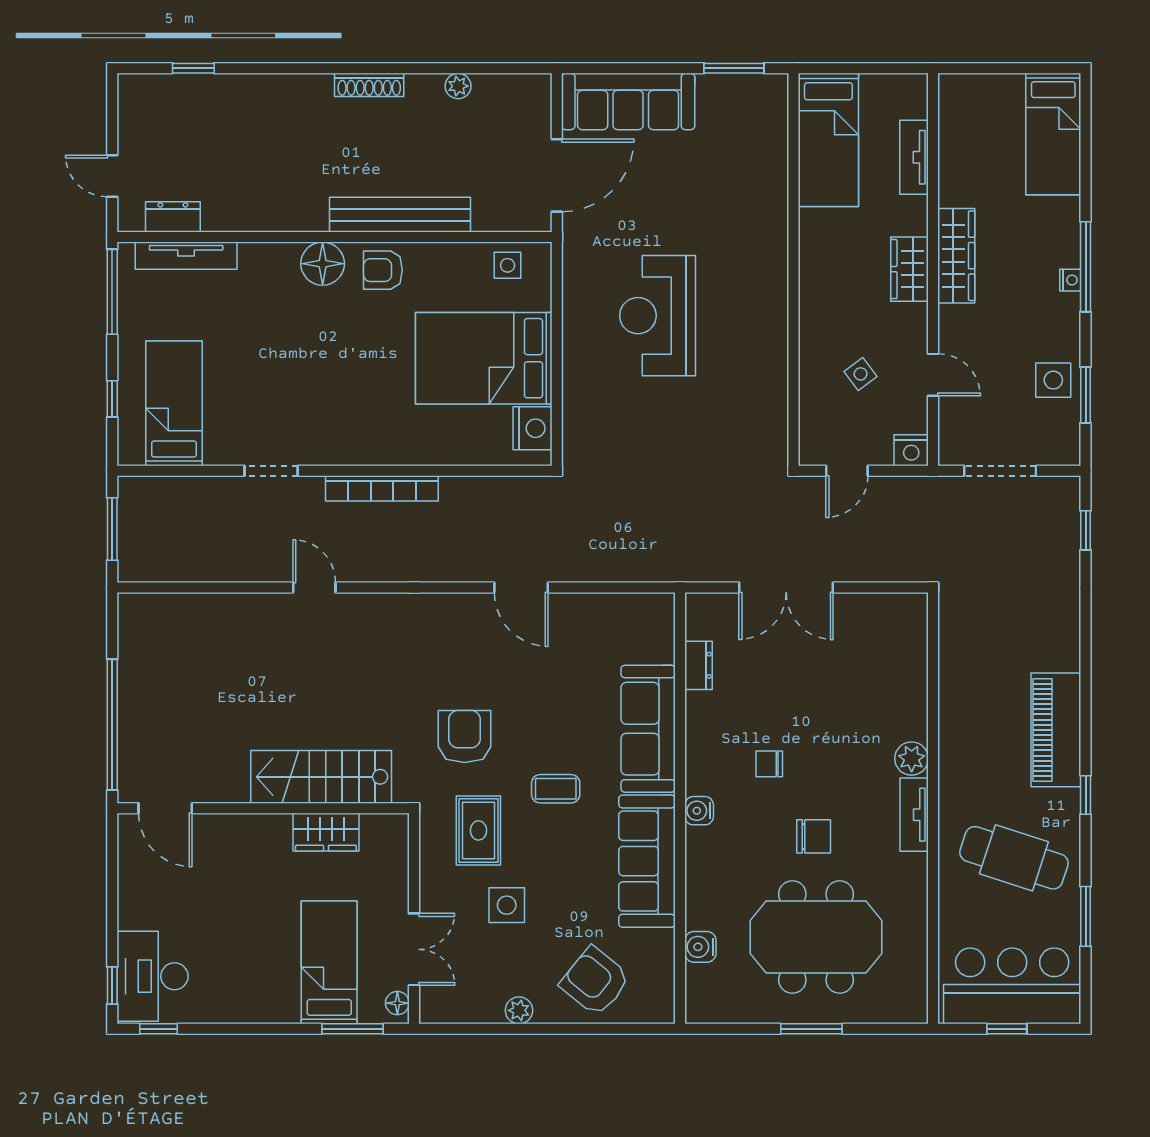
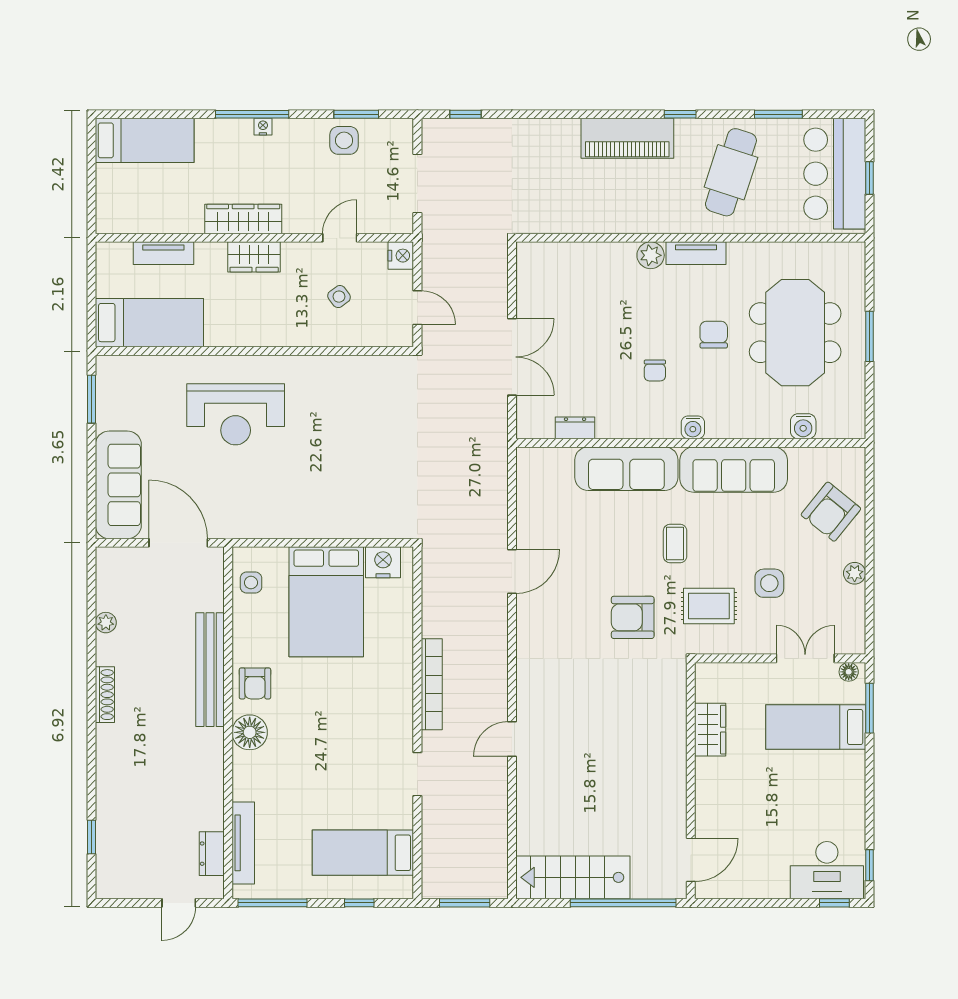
reception desk: (658, 316) -> (236, 414), moved
stairs: (321, 777) -> (573, 877), moved, turned 90

